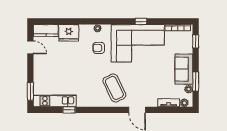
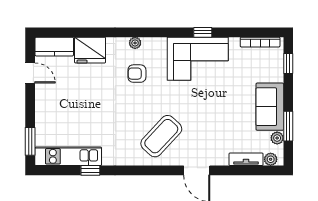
corner sofa: (138, 43) -> (198, 59), width x0.73, depth x0.74
coffee table: (114, 88) -> (161, 136), turned 69

